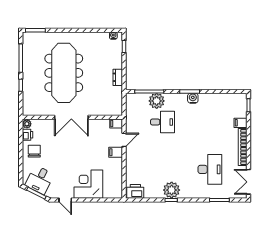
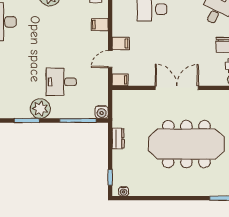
meeting table: (64, 73) -> (186, 144), turned 90
water cooler: (193, 98) -> (102, 112), moved
plant: (157, 101) -> (40, 109), moved
filing cabinet: (132, 167) -> (100, 25), added

